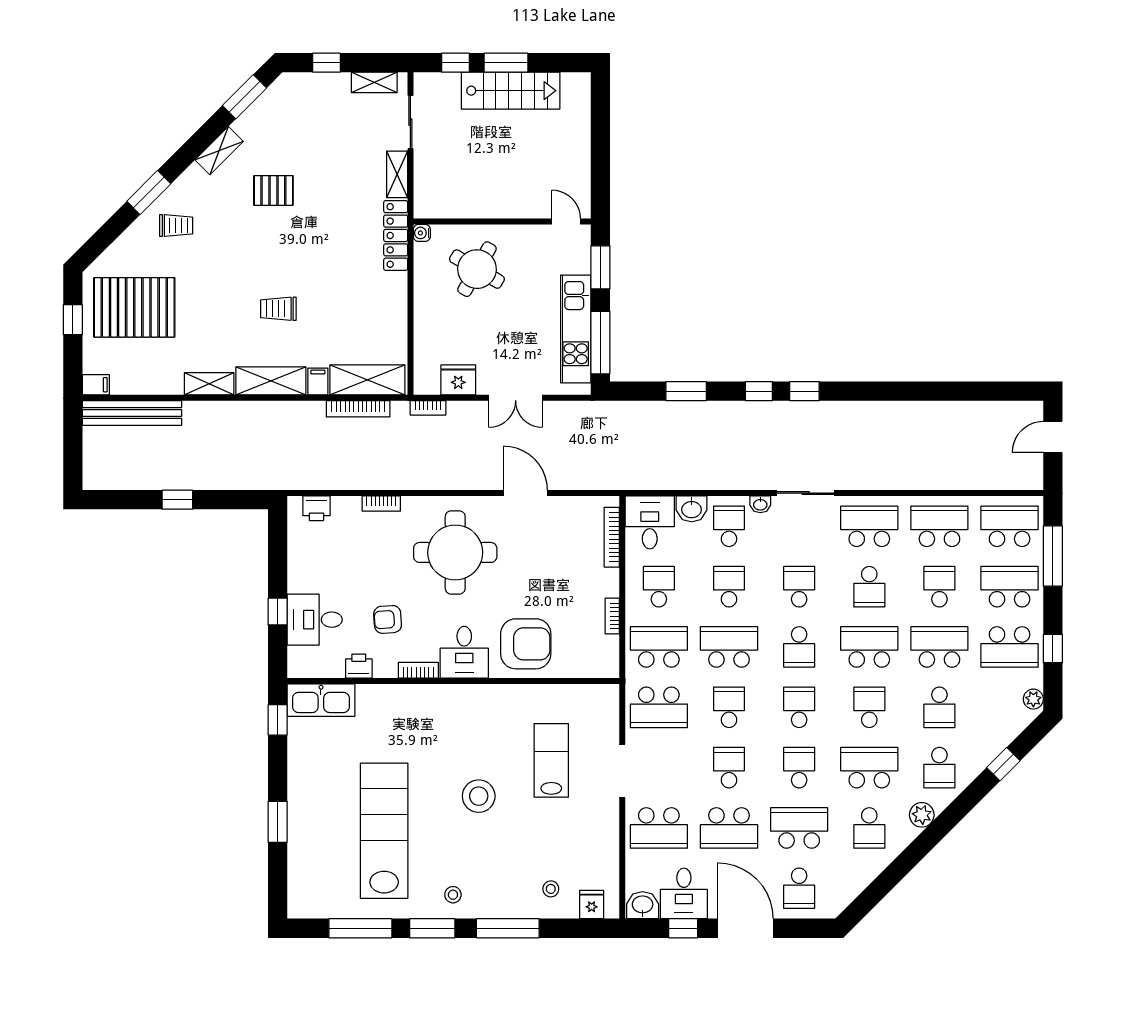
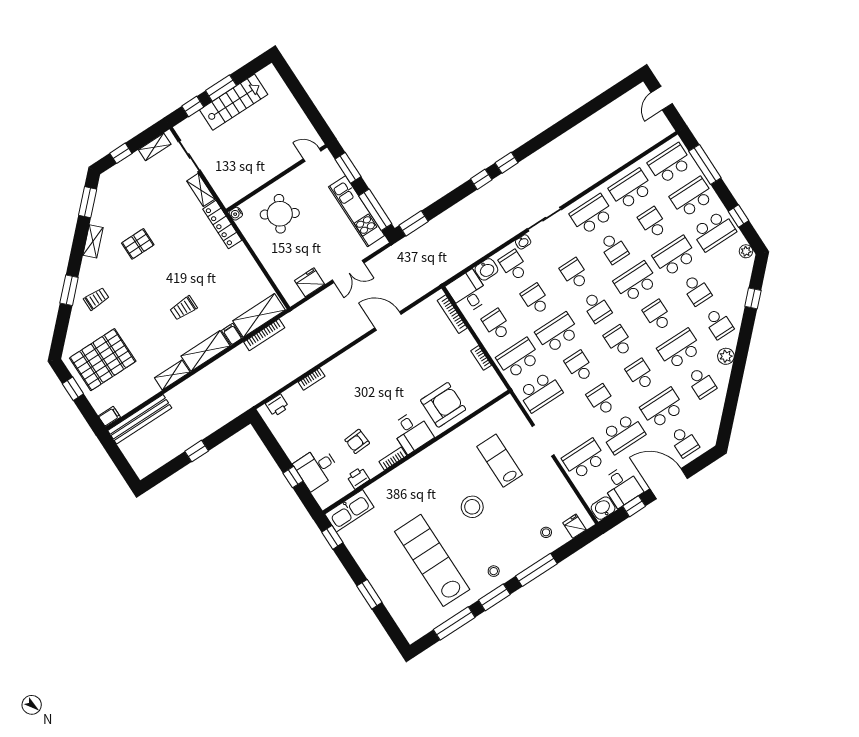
window: (686, 391) -> (414, 223), moved
bookcase: (428, 408) -> (303, 309), removed
round table: (455, 552) -> (371, 380), removed
school desk: (659, 828) -> (584, 459), turned 180

